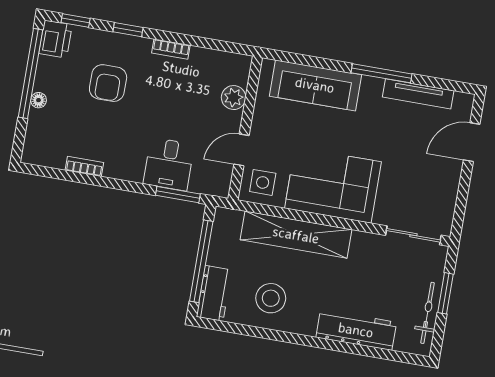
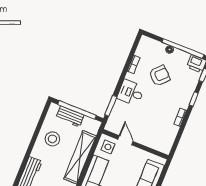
armchair: (108, 83) -> (159, 76), moved, turned 133
plant: (234, 98) -> (151, 142), removed
desk: (169, 164) -> (131, 93), moved
workbench: (214, 293) -> (70, 117), moved

